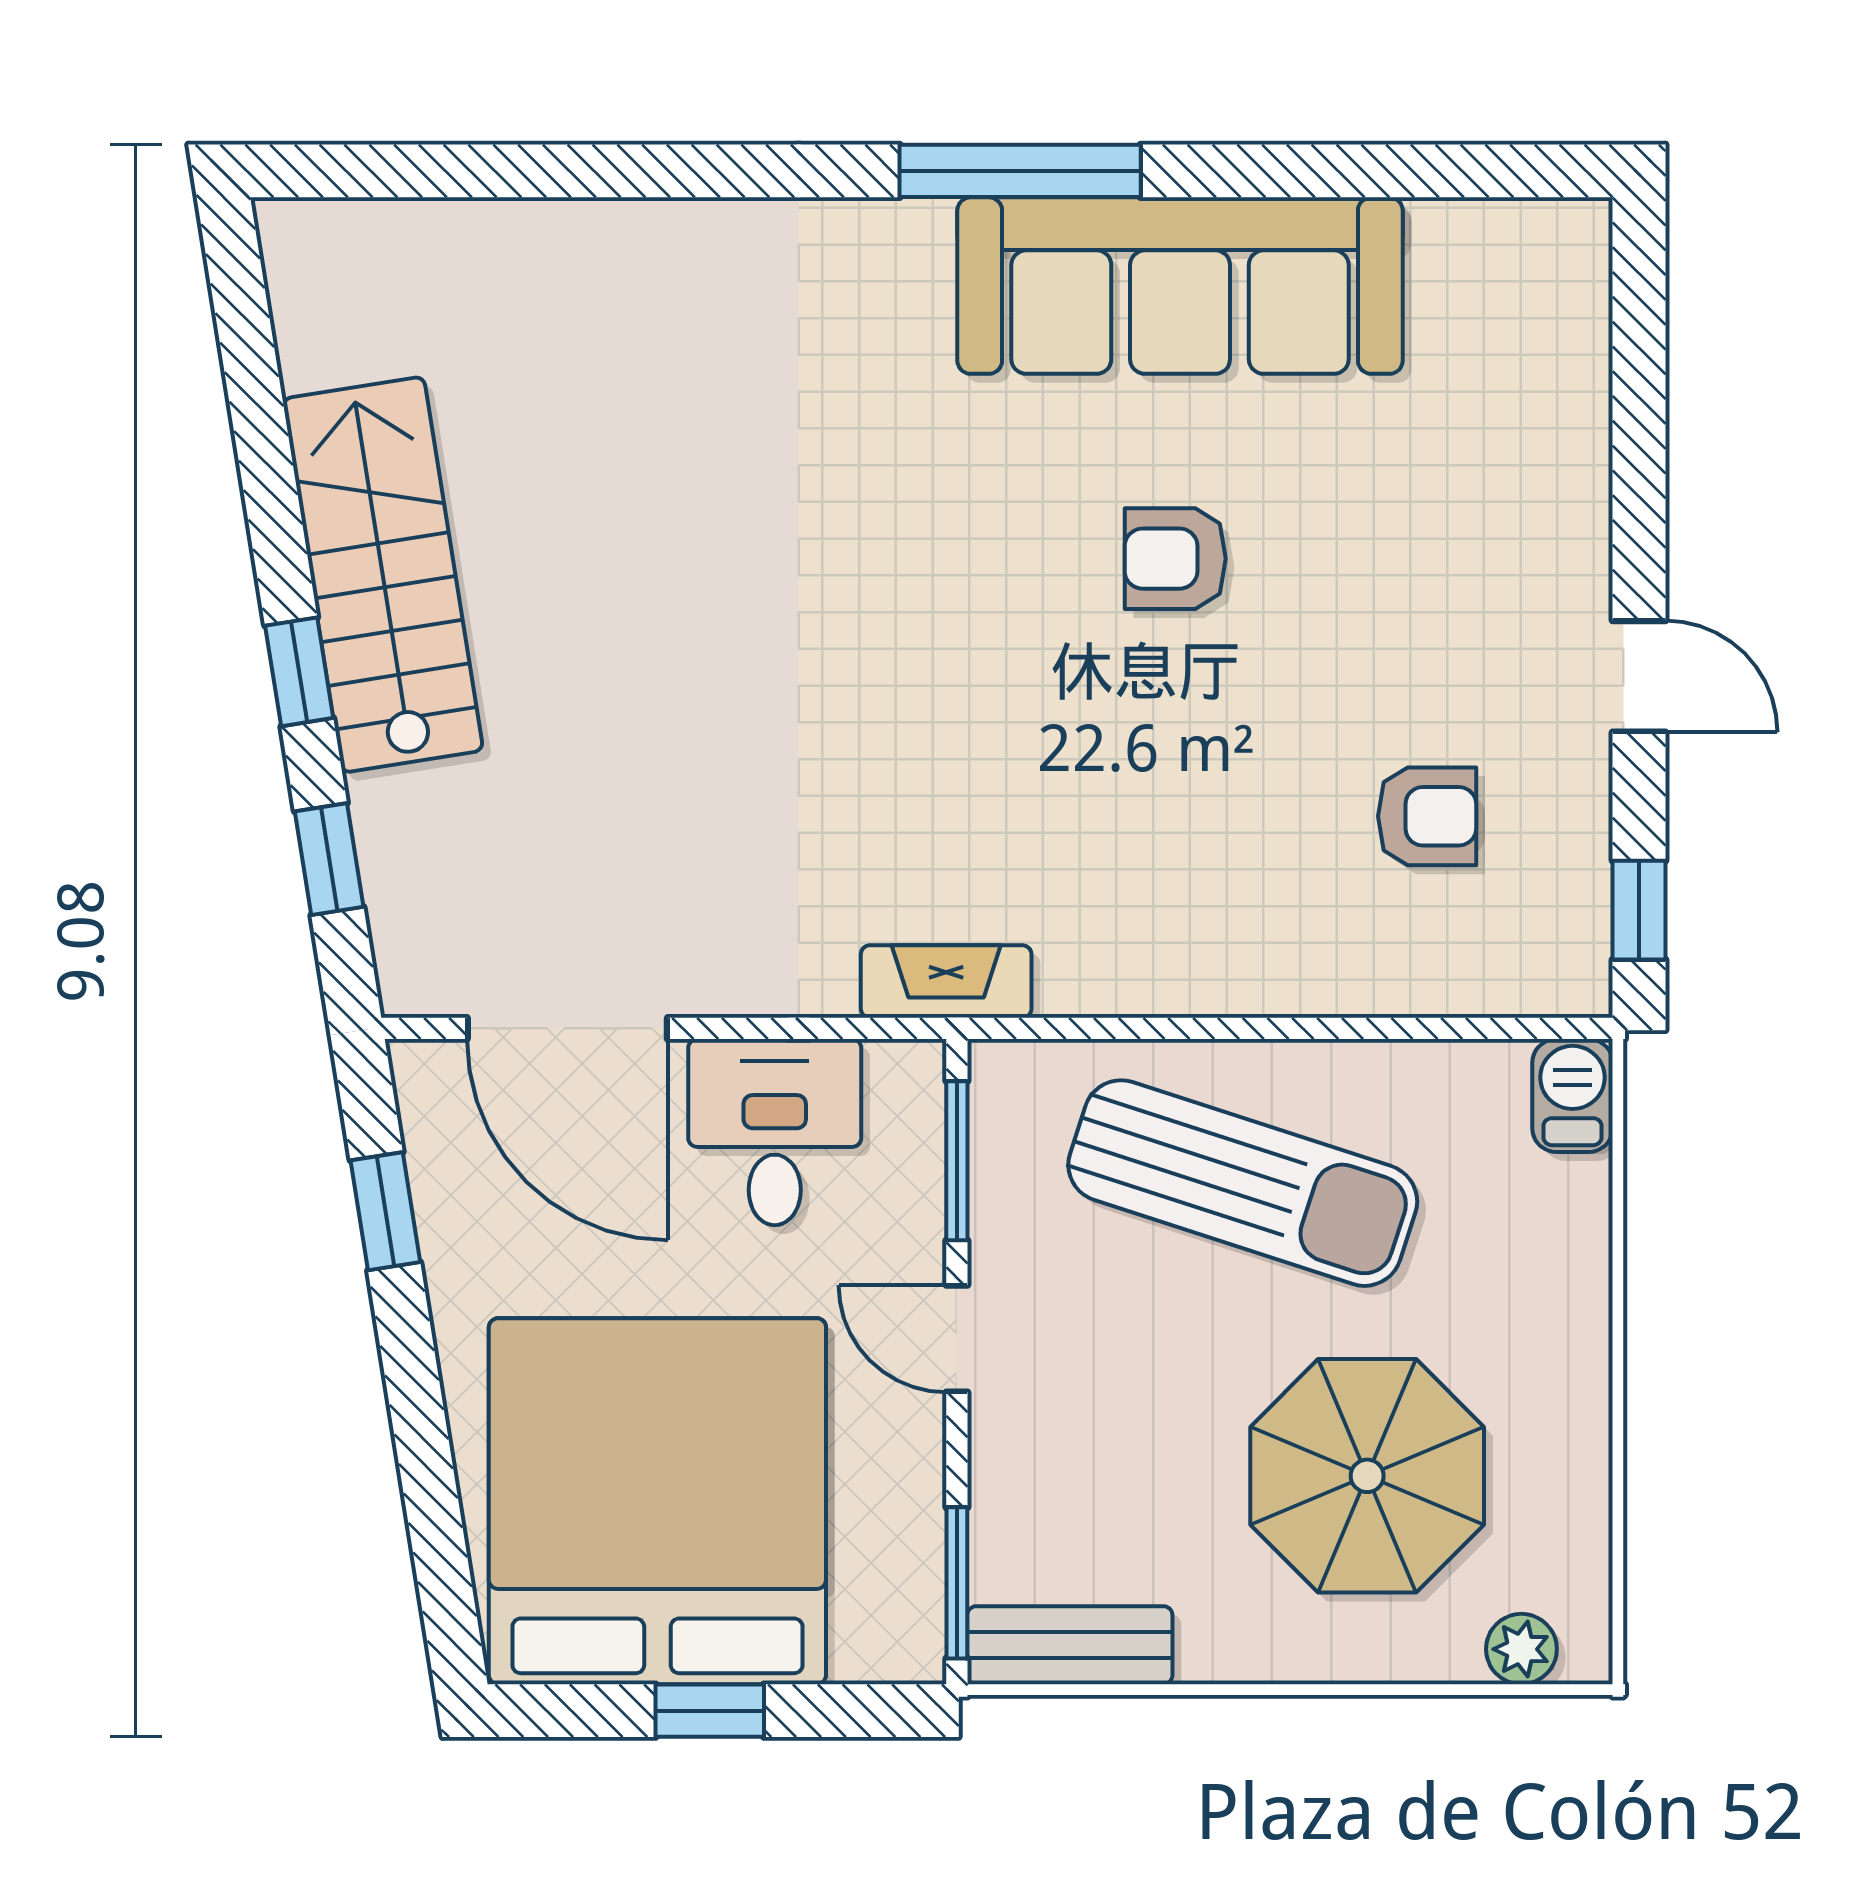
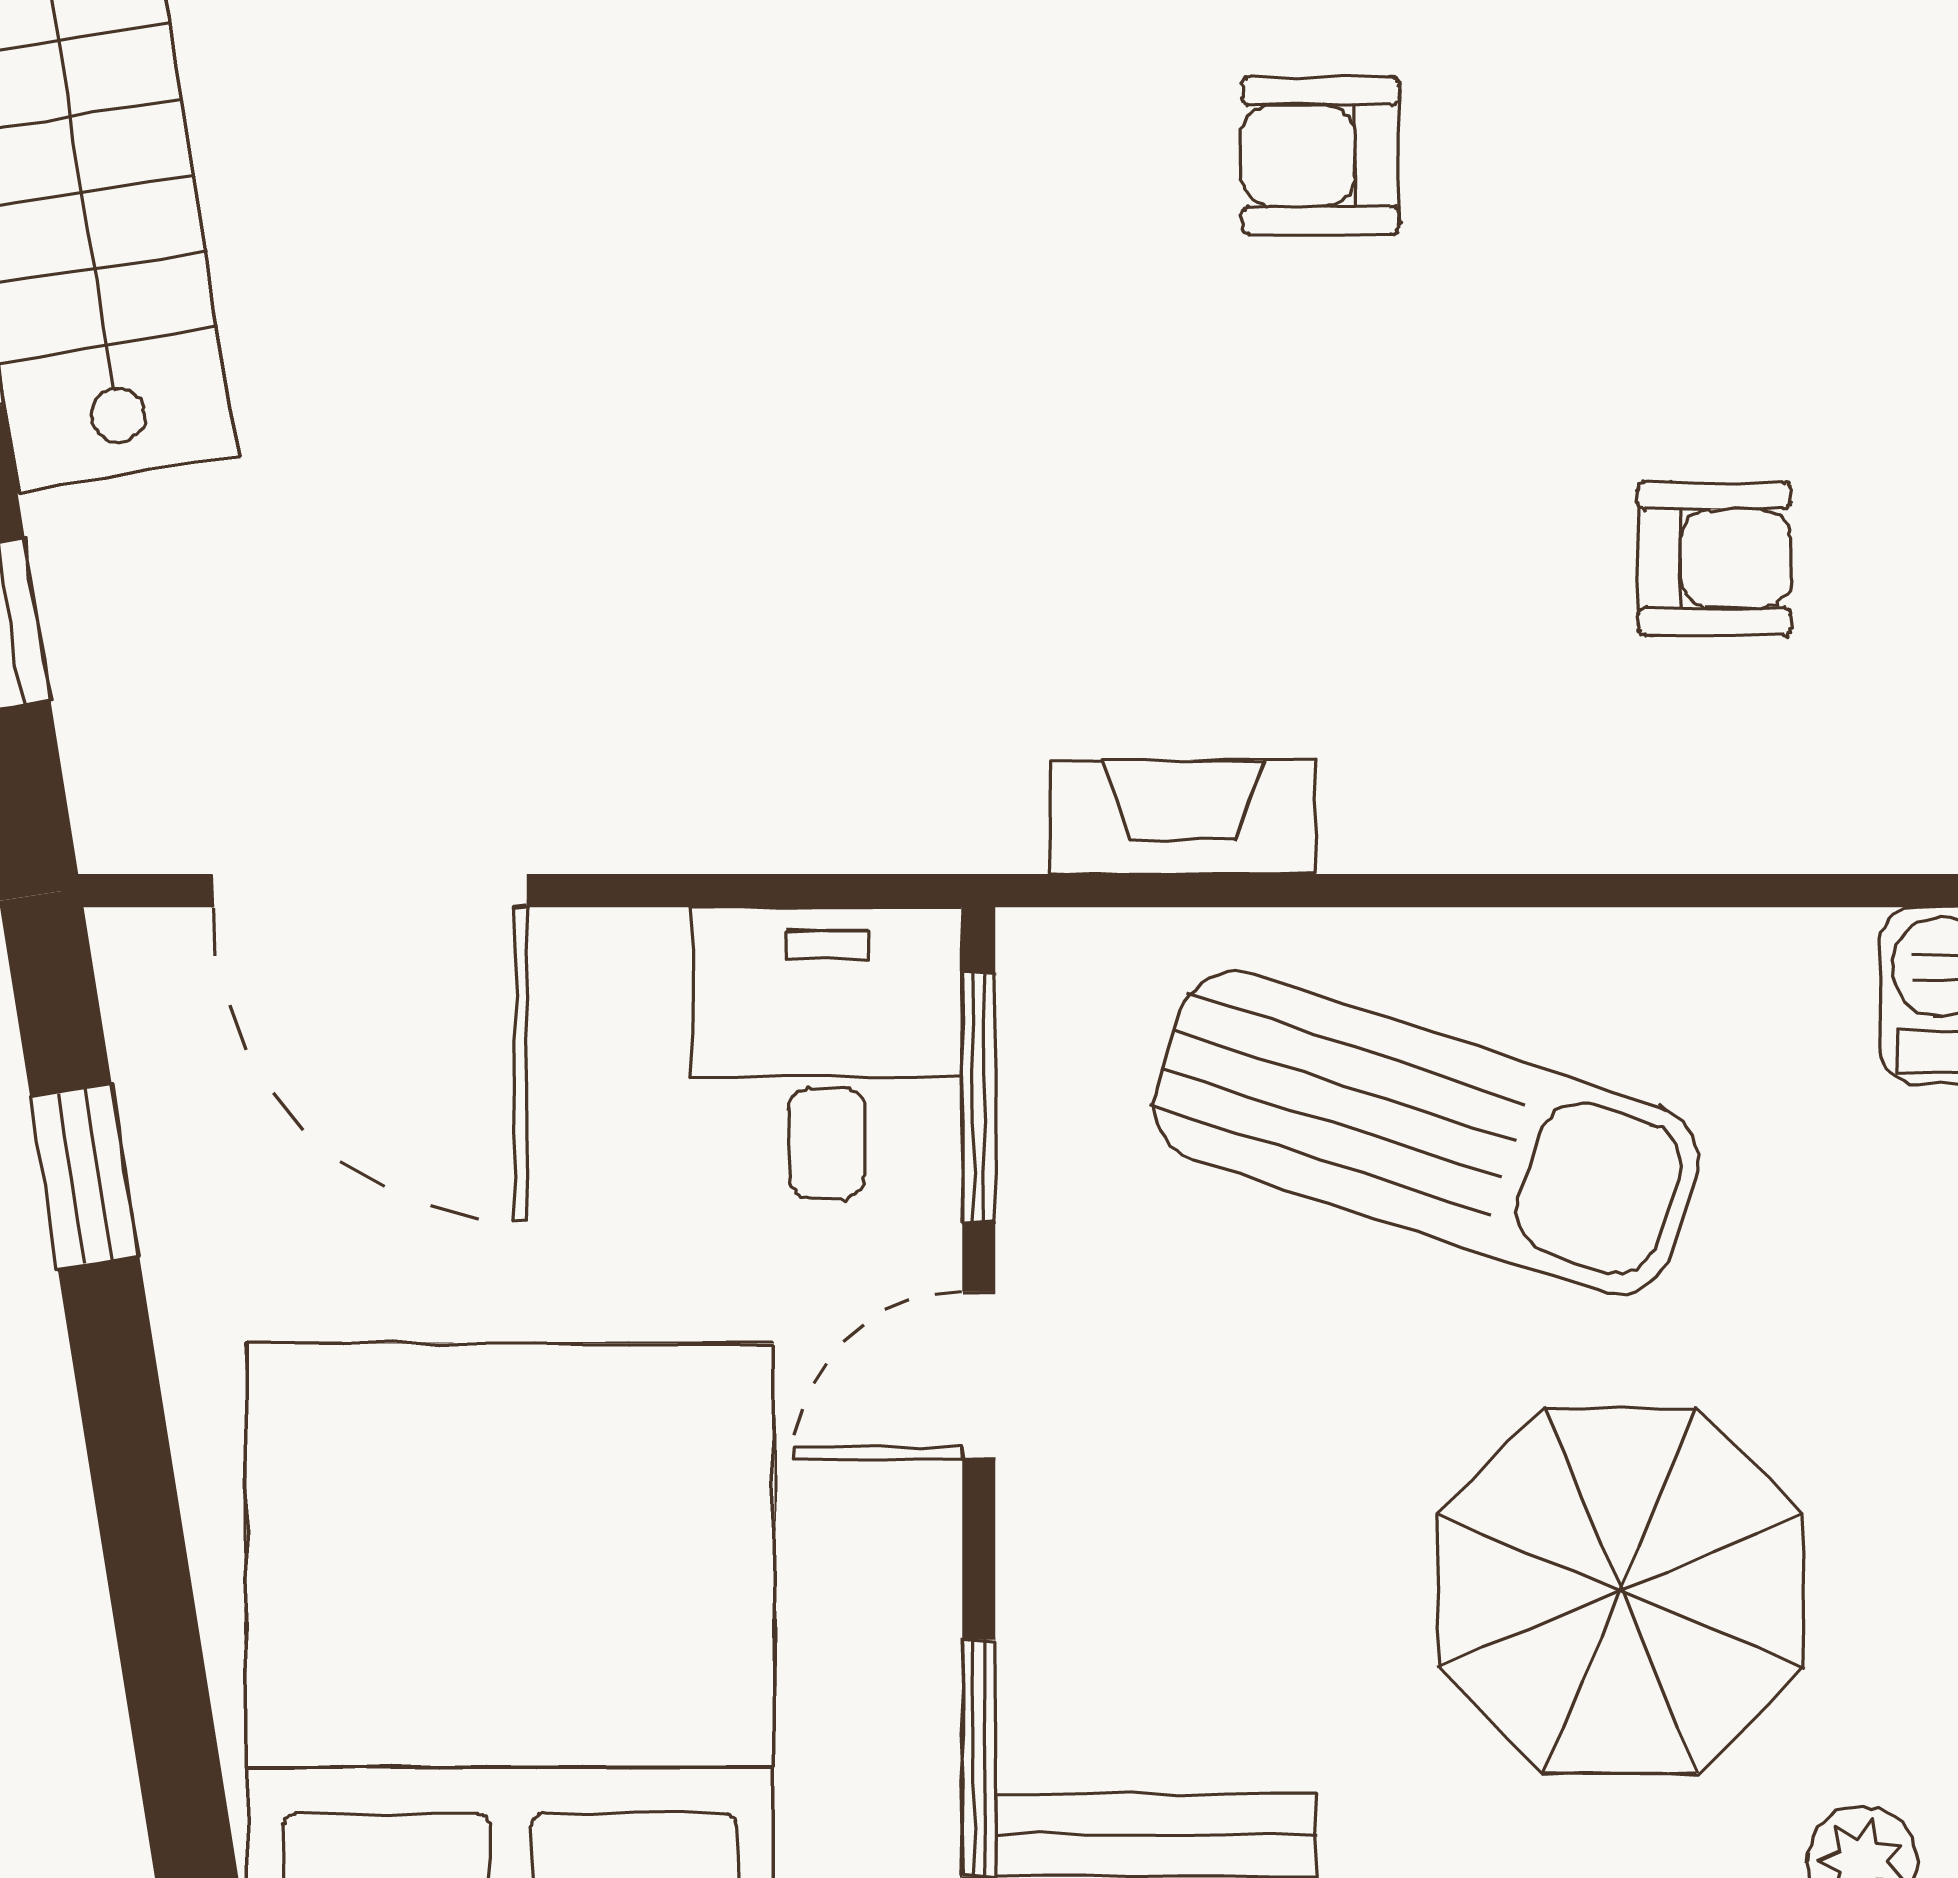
fireplace: (946, 982) -> (1183, 817), moved
desk: (775, 1132) -> (827, 1053), moved
door: (957, 1339) -> (979, 1376), hinge flipped

